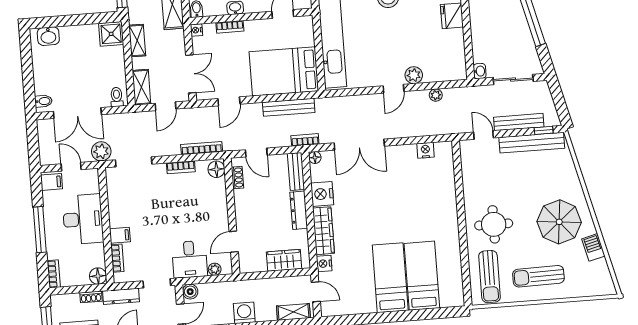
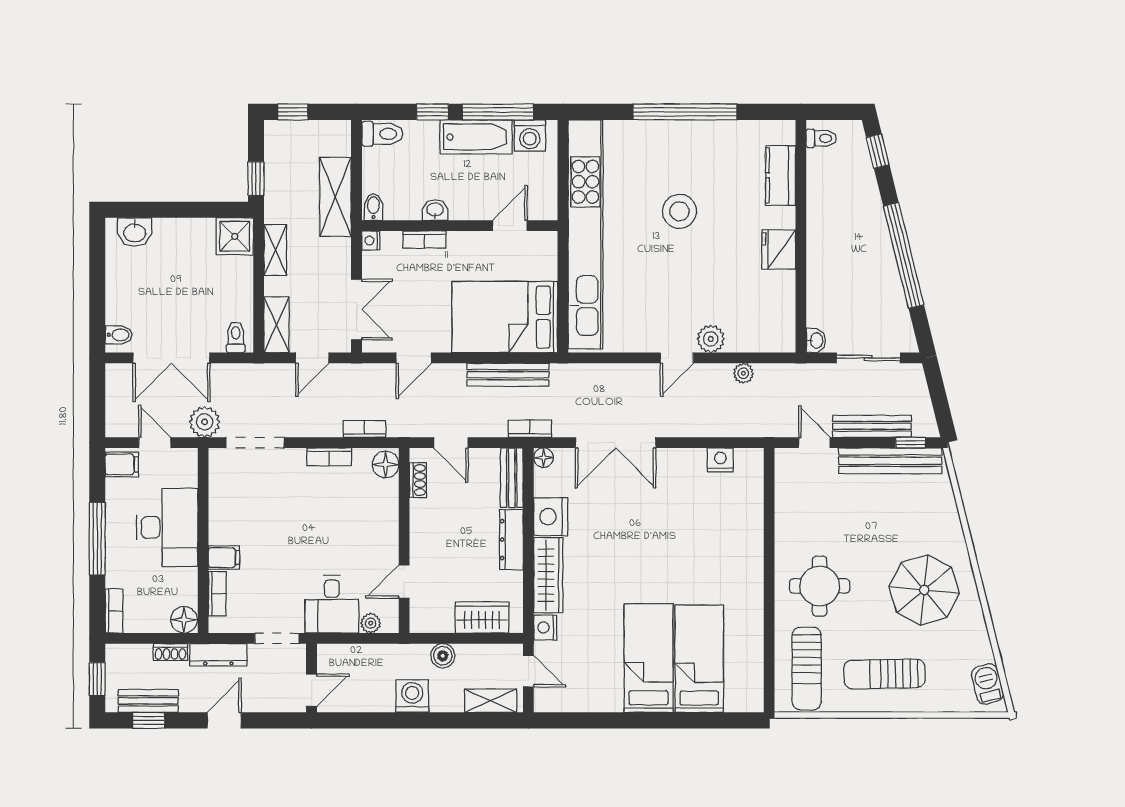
bookcase: (202, 148) -> (365, 429), width x0.64
barbecue: (593, 247) -> (987, 684), moved
boiler: (190, 292) -> (443, 656), moved

